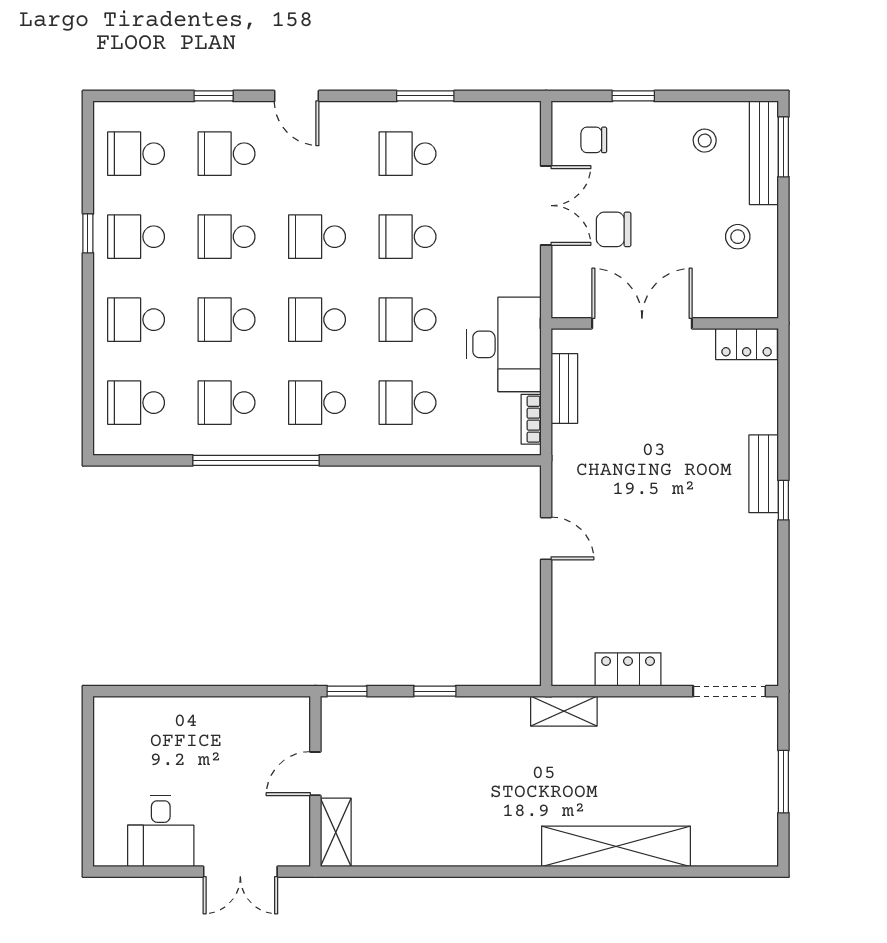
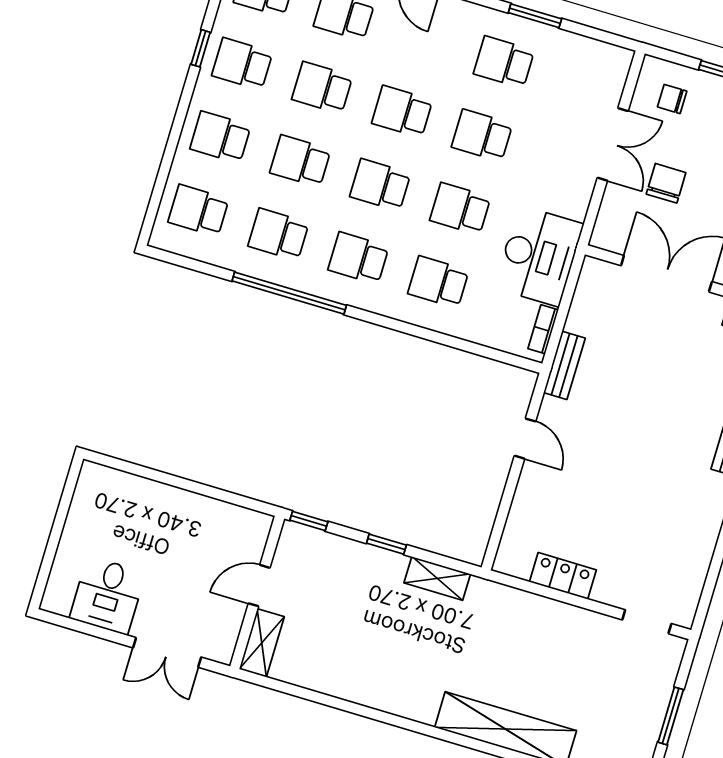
chair: (614, 229) -> (666, 183), turned 90
bench: (564, 388) -> (564, 365), moved
doorway: (729, 691) -> (647, 622), width x0.73
shelving: (564, 711) -> (437, 578), moved

